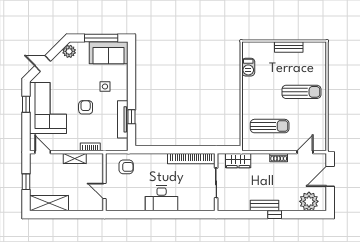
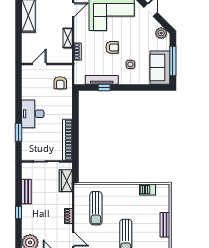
bench: (264, 206) -> (26, 192), moved
window: (183, 215) -> (19, 132), added

